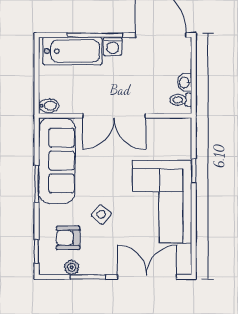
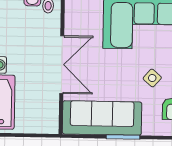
bidet: (49, 106) -> (51, 125), removed

